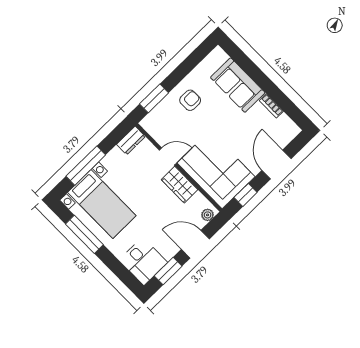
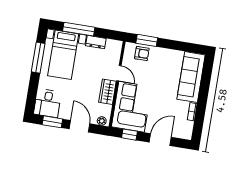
sofa: (238, 85) -> (191, 77), width x1.36
armchair: (190, 100) -> (142, 54), moved
dresser: (131, 140) -> (96, 42), moved

